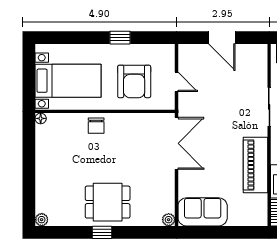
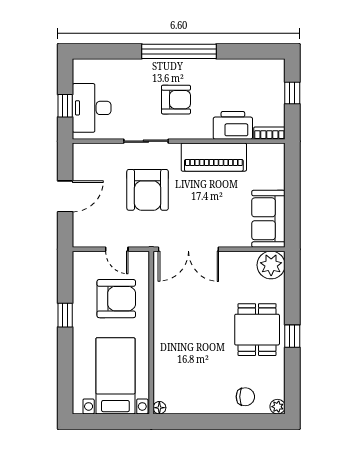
door: (176, 82) -> (117, 249), swing flipped
armchair: (227, 108) -> (148, 190), added
chair: (96, 126) -> (245, 397), moved
double door: (176, 143) -> (188, 249), swing flipped
plant: (169, 220) -> (271, 265), width x1.87, depth x1.87

